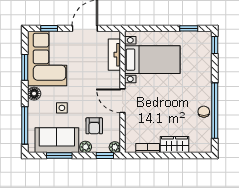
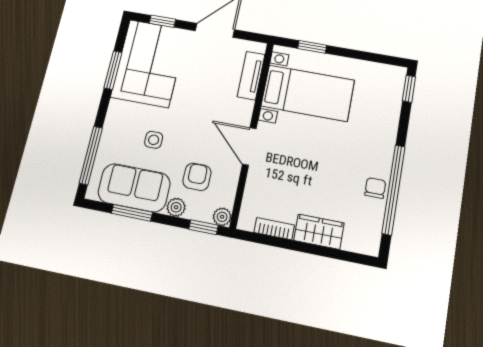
window: (189, 28) -> (312, 47), moved
floor lamp: (34, 94) -> (117, 111), removed
armchair: (94, 126) -> (197, 177), turned 180

